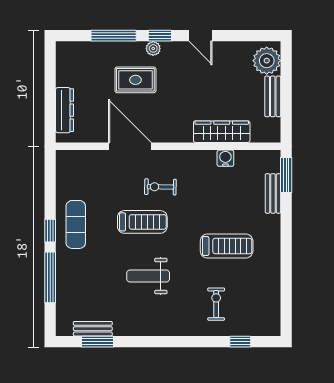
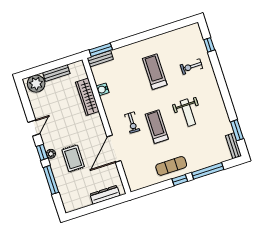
bench: (273, 193) -> (100, 59), moved
bench: (93, 329) -> (233, 146), moved

